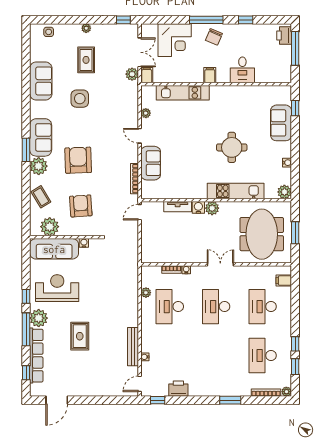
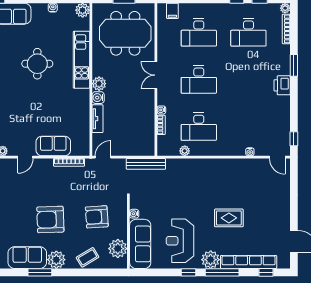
door: (140, 212) -> (103, 157), swing flipped
bench: (133, 347) -> (146, 164), moved
printer: (178, 389) -> (282, 85), moved

